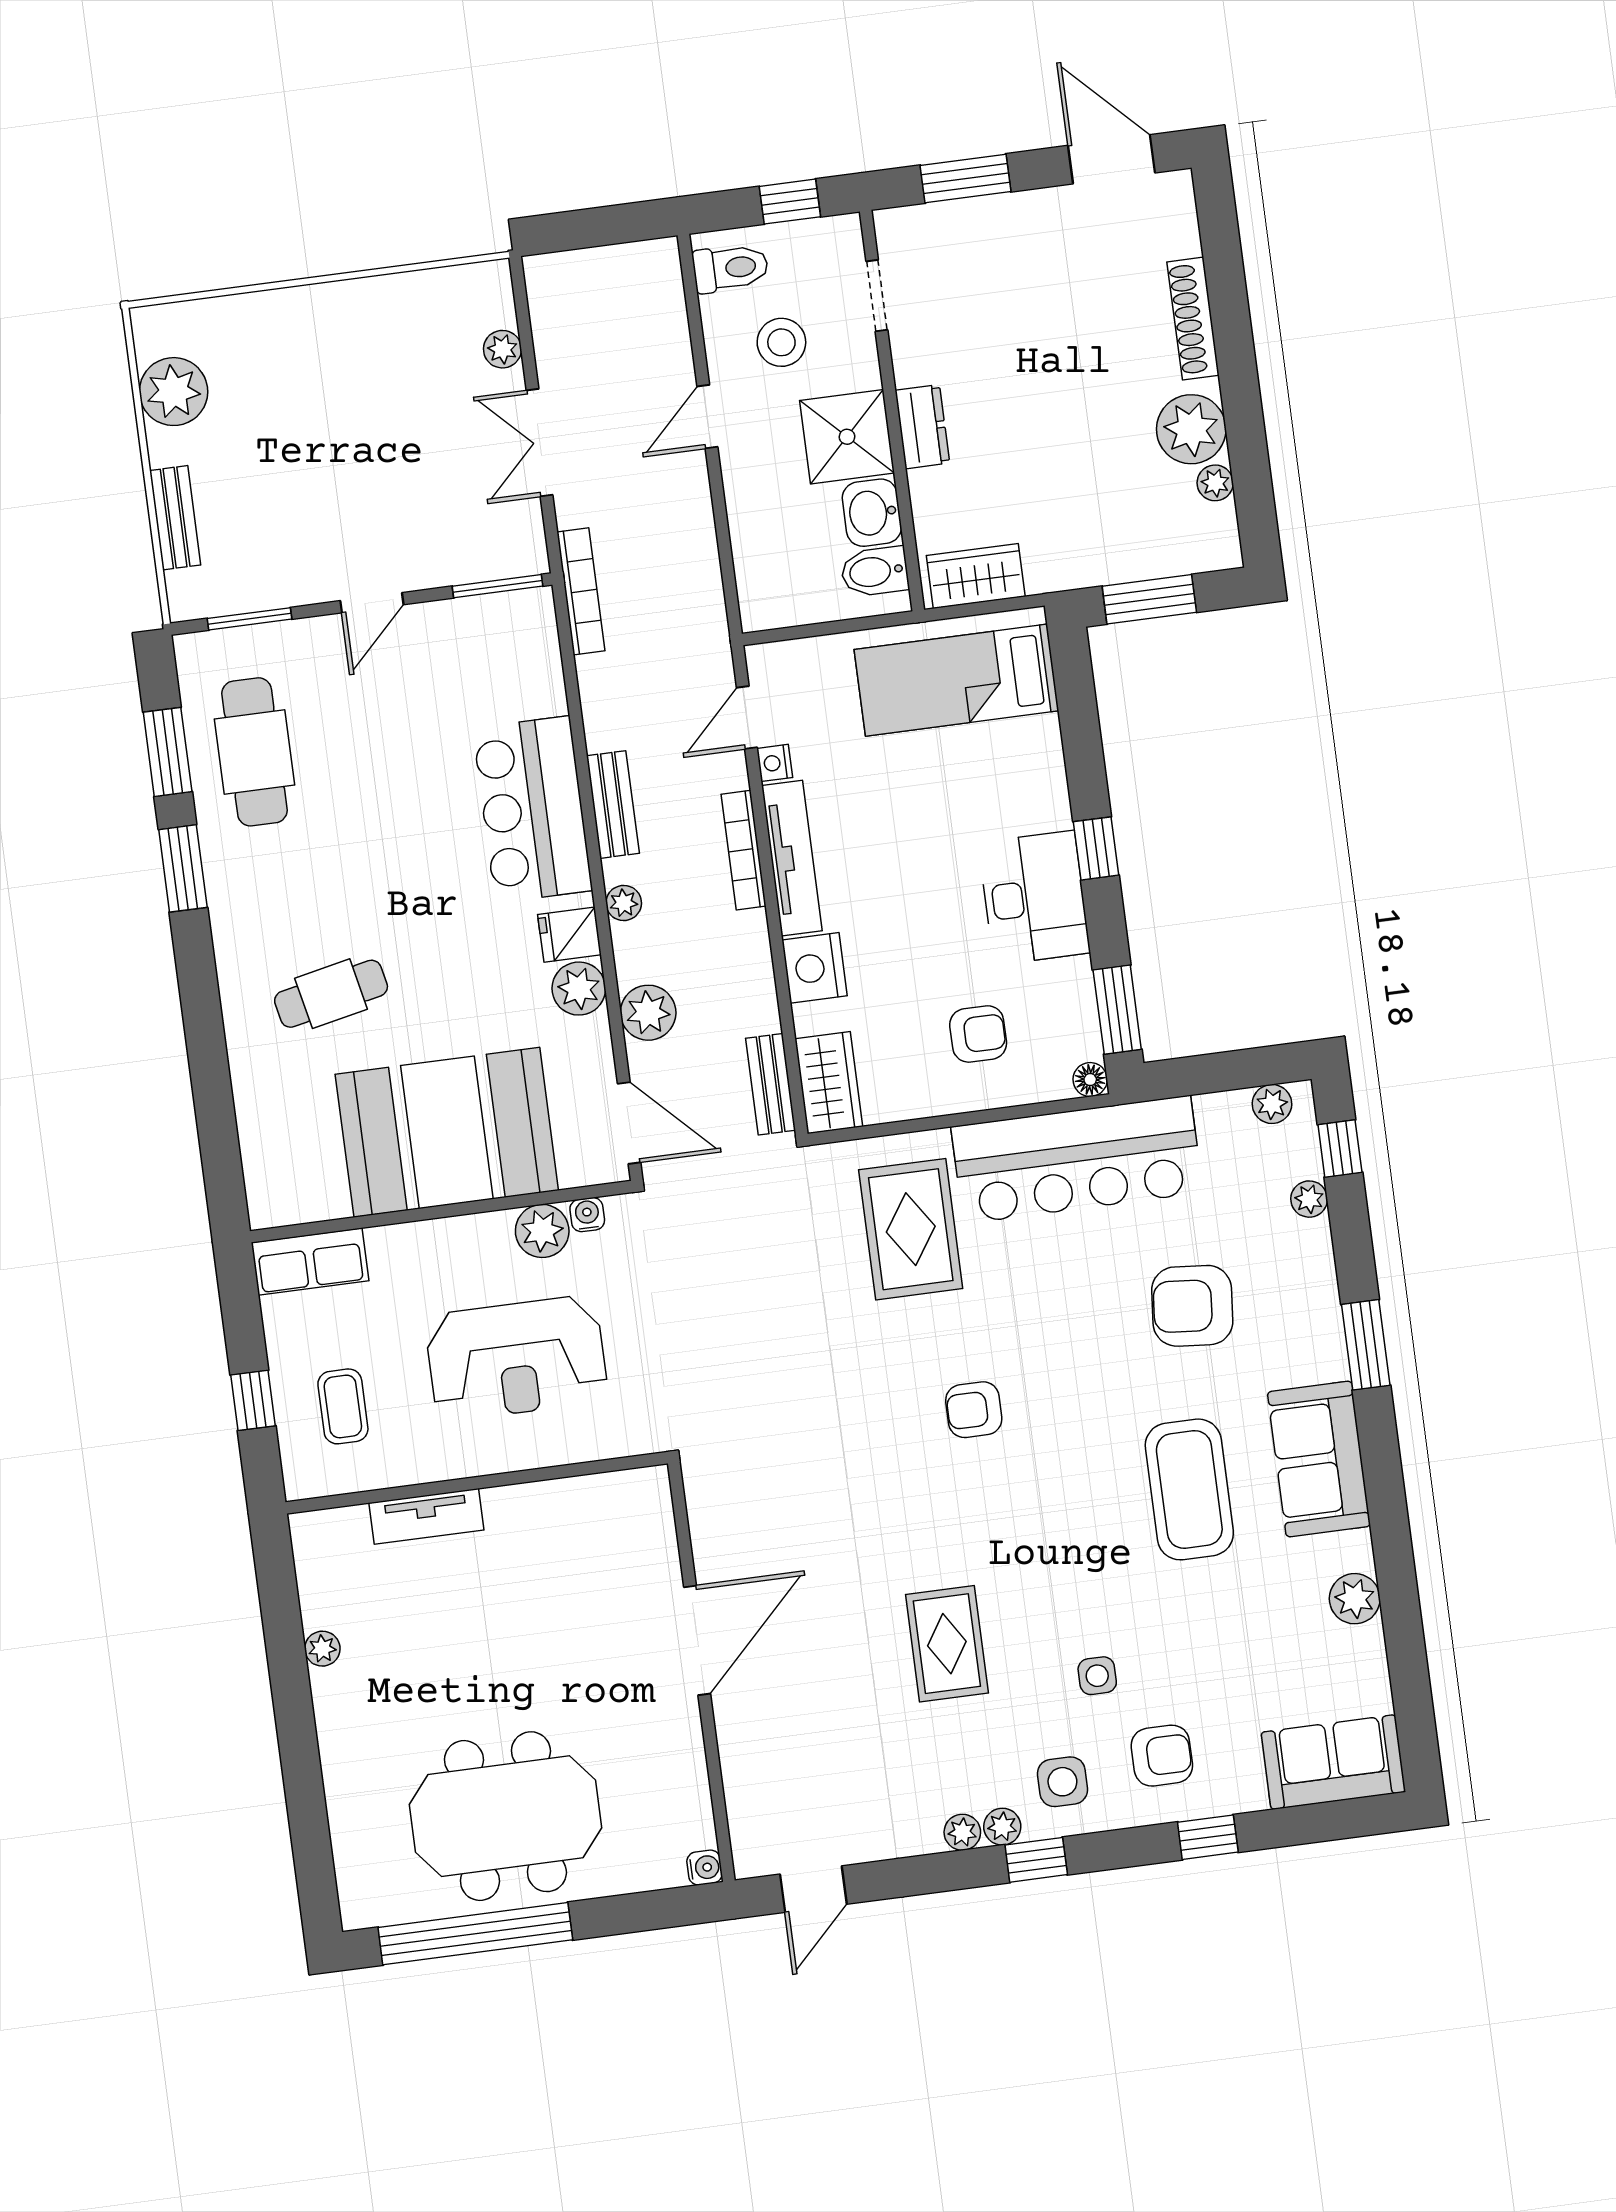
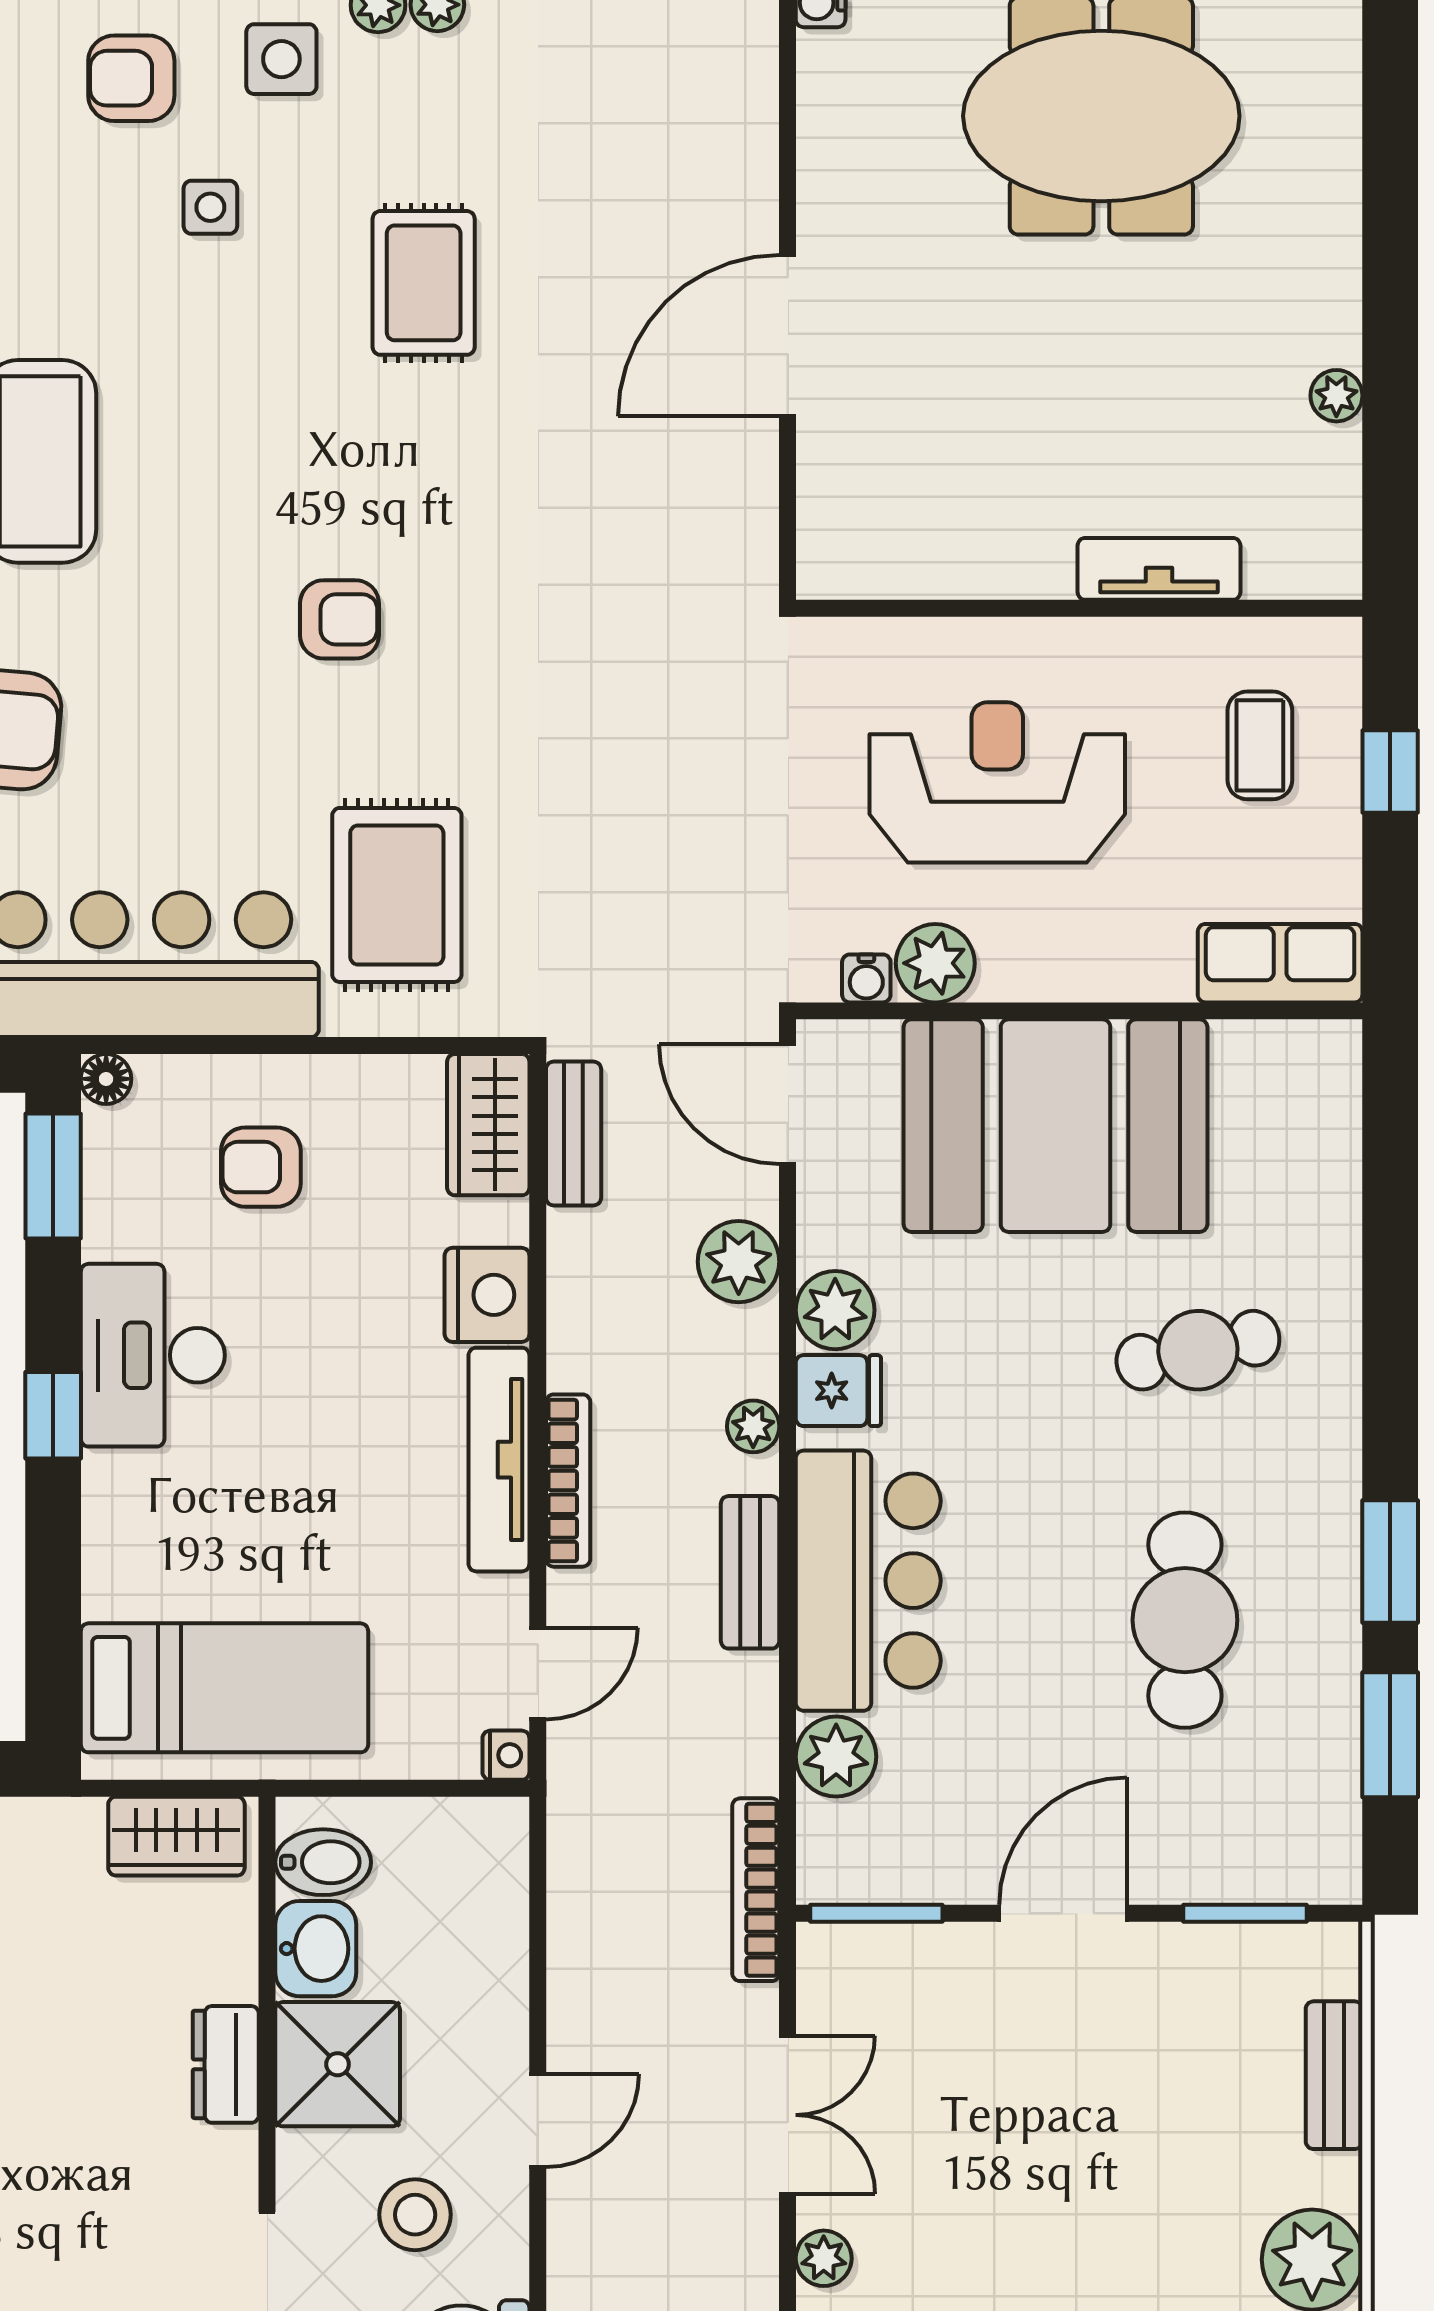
door: (372, 603) -> (1063, 1913), width x1.38
plant: (539, 688) -> (836, 1757), added
cafe table: (255, 752) -> (1185, 1620), moved
nightstand: (775, 763) -> (506, 1755), moved

